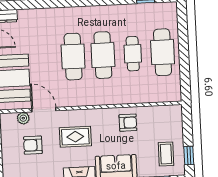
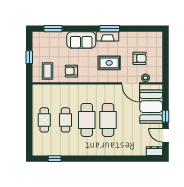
cafe table: (163, 52) -> (44, 120), width x0.73, depth x0.74
coffee table: (166, 154) -> (48, 71), moved
window: (189, 156) -> (29, 57), moved

